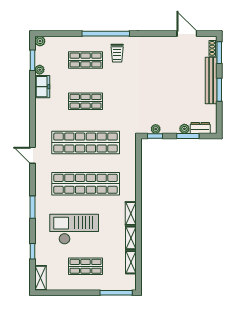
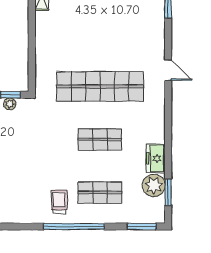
window: (53, 34) -> (142, 227), added
plant: (40, 41) -> (159, 217), removed
plant: (40, 70) -> (154, 185), width x1.88, depth x1.88
shop shelf: (86, 184) -> (100, 33), removed

